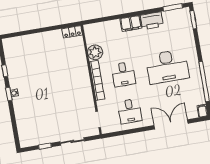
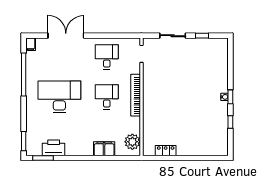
printer: (152, 21) -> (54, 148), moved
filing cabinet: (131, 23) -> (104, 149), moved
locker: (72, 32) -> (166, 151), moved
plant: (95, 52) -> (132, 142), moved
double door: (171, 124) -> (66, 36), swing flipped

